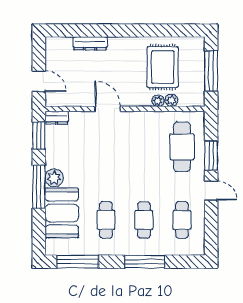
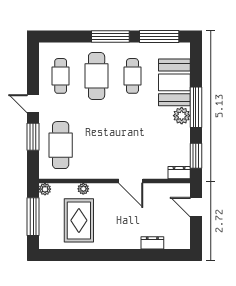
dresser: (90, 43) -> (152, 243), width x0.70
plant: (171, 100) -> (45, 189), moved
cafe table: (144, 220) -> (97, 76), width x1.37, depth x1.35
window: (145, 262) -> (110, 36), moved

